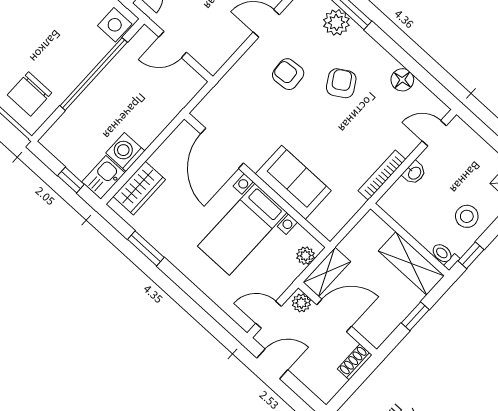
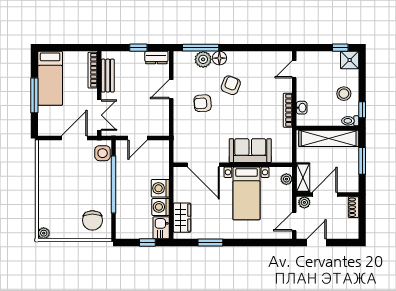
floor lamp: (402, 80) -> (219, 58), moved
armchair: (341, 83) -> (231, 85), turned 52
washing machine: (145, 129) -> (160, 188), added
washbasin: (414, 173) -> (302, 108), moved
shelving: (411, 263) -> (329, 138), width x1.47
window: (415, 316) -> (362, 161), width x1.50

